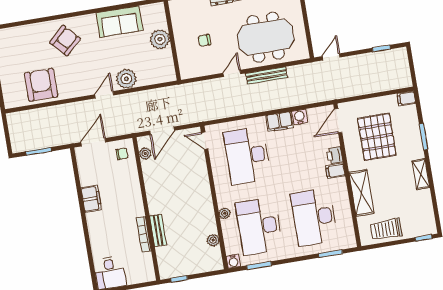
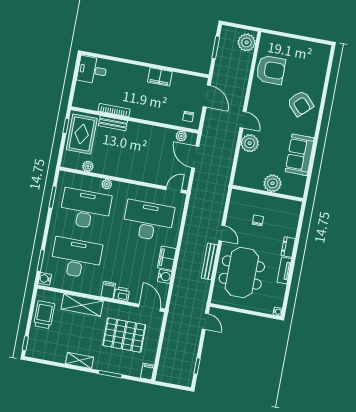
plant: (21, 121) -> (247, 42), added
rug: (181, 259) -> (82, 134), added
water cooler: (233, 261) -> (45, 279), moved

